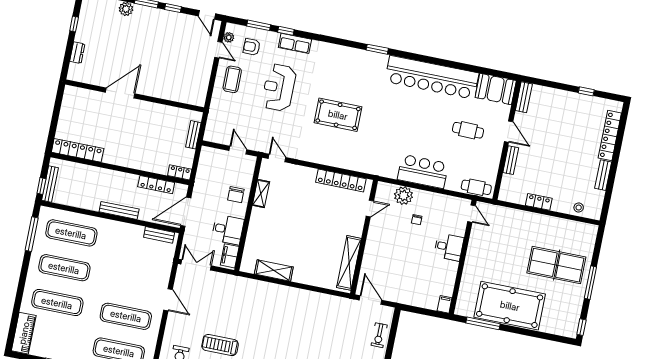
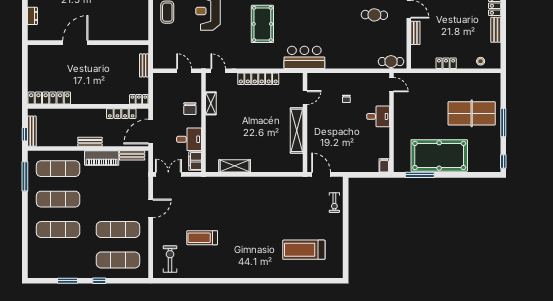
pool table: (338, 115) -> (262, 24), turned 90
bar counter: (423, 171) -> (304, 57), moved
locker: (341, 180) -> (258, 79), moved
plant: (404, 196) -> (331, 81), removed
bench: (119, 210) -> (90, 142), width x0.73
shelving: (349, 263) -> (297, 130), moved
door: (168, 300) -> (151, 208), hinge flipped
piano: (24, 333) -> (102, 158), moved, turned 90

